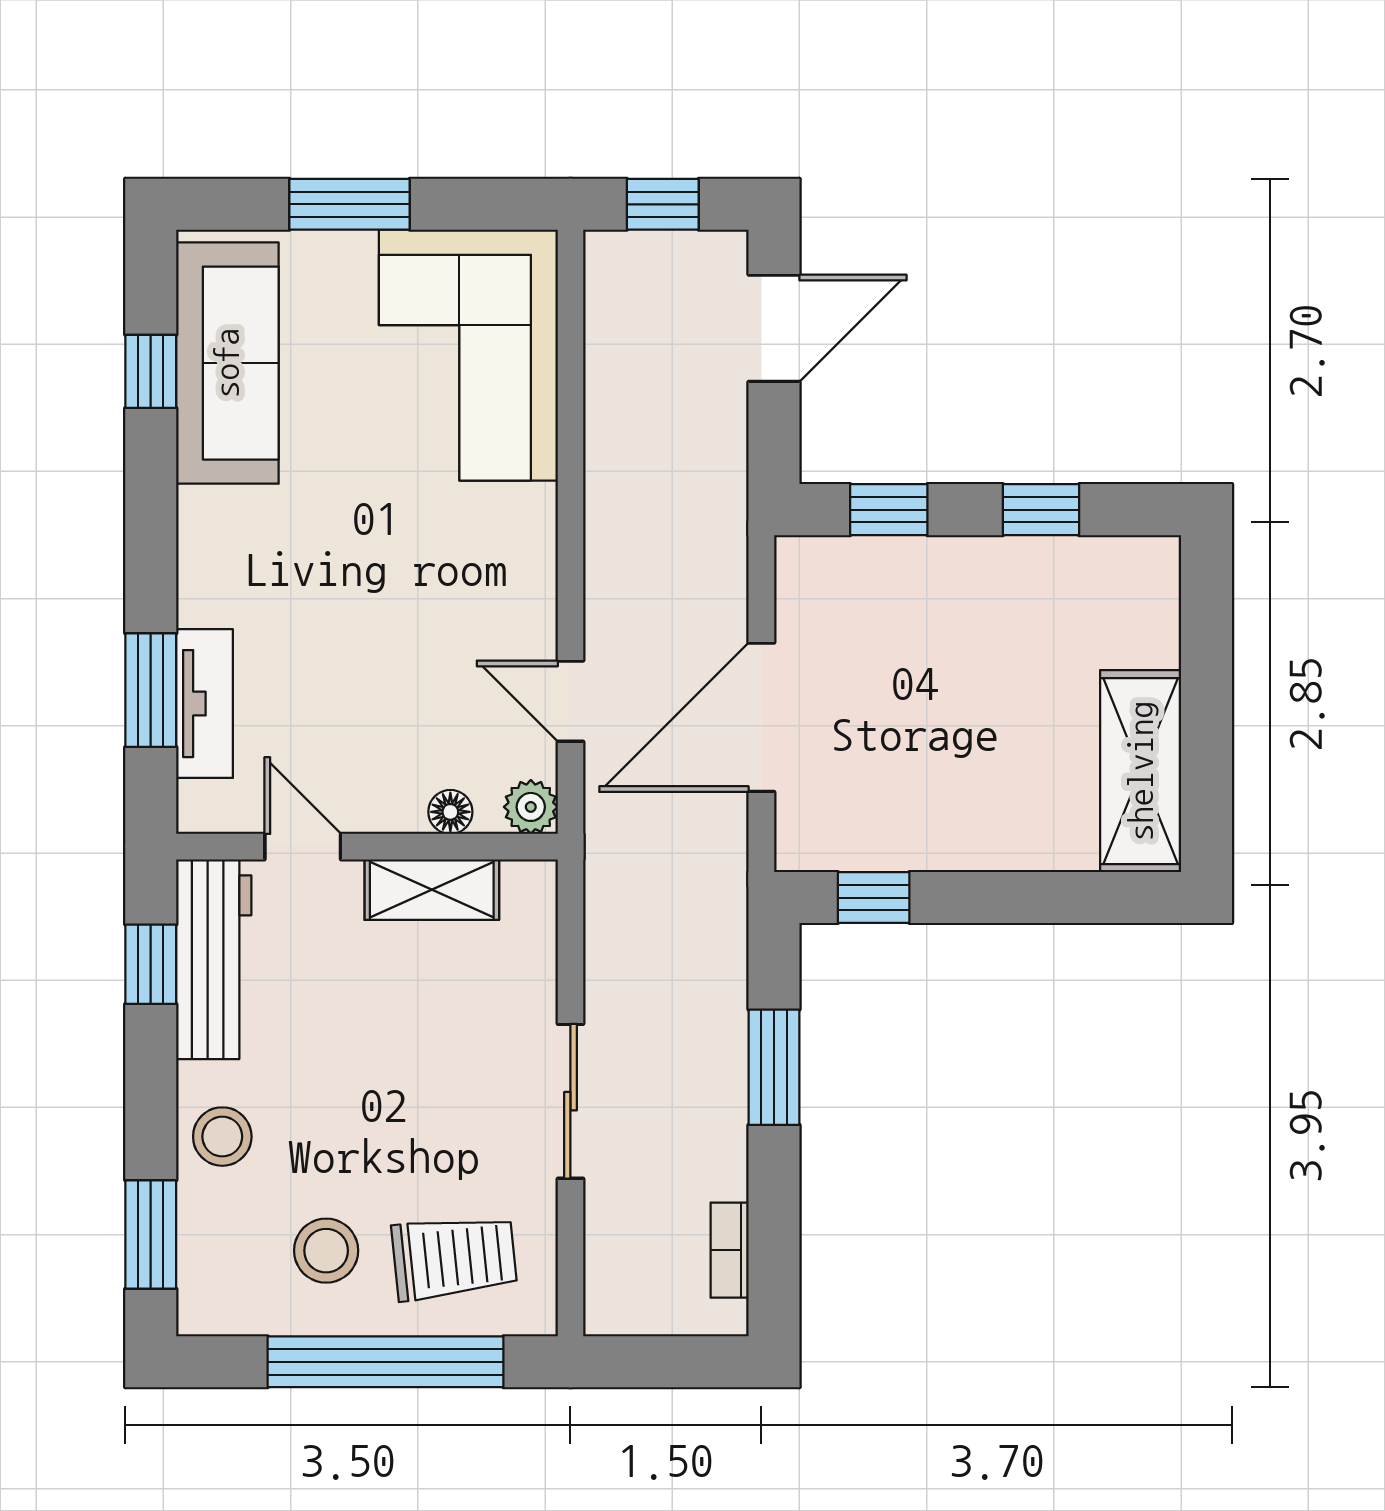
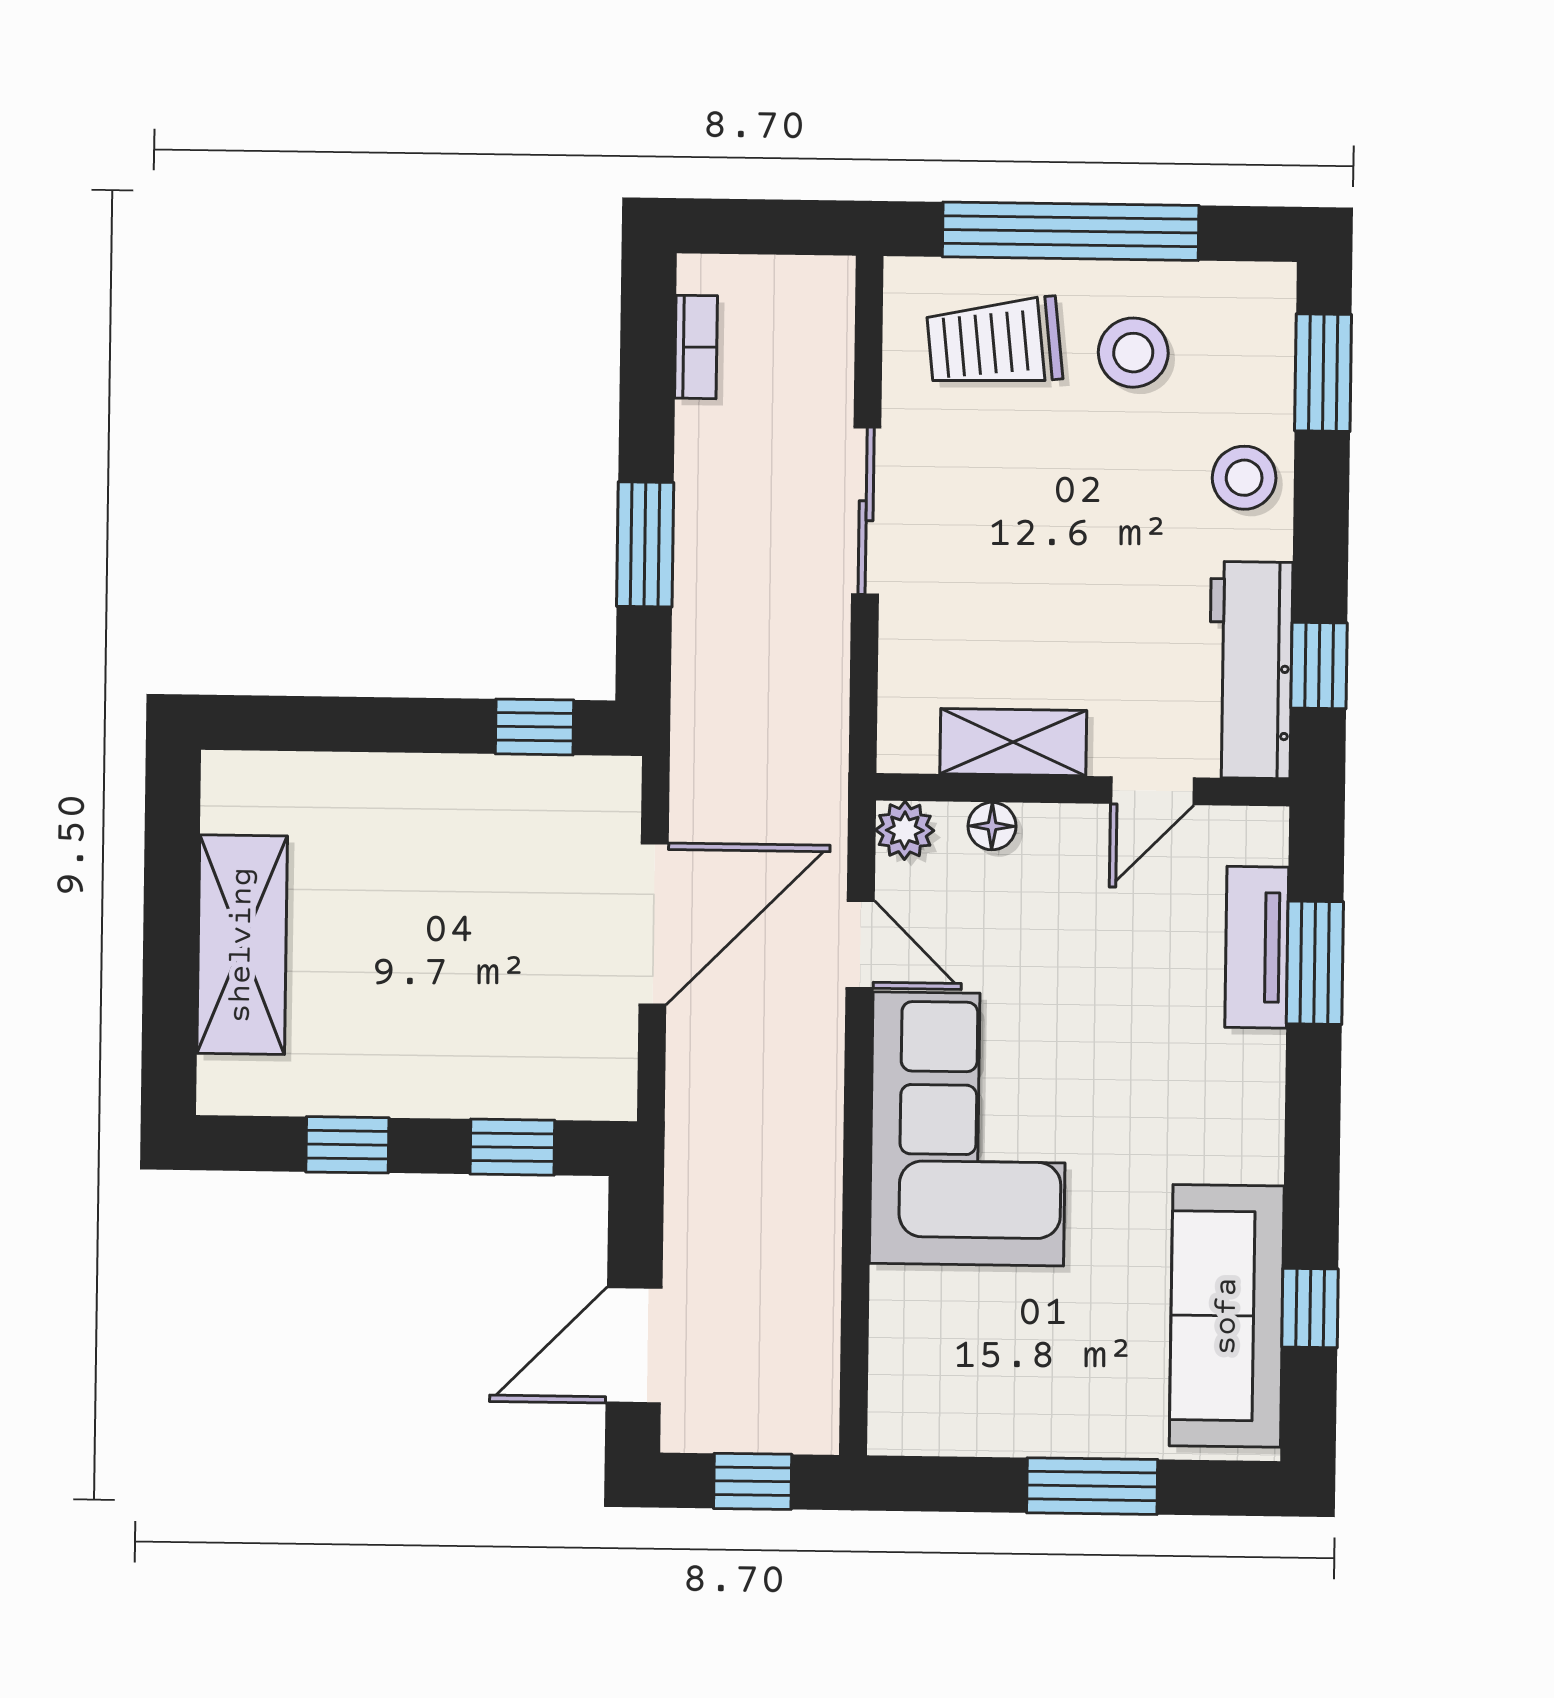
corner sofa: (468, 355) -> (968, 1129), moved
shelving: (1141, 771) -> (242, 945), moved
door: (303, 847) -> (1152, 791), hinge flipped

